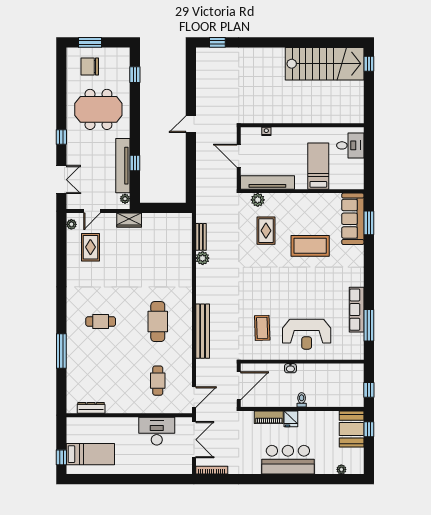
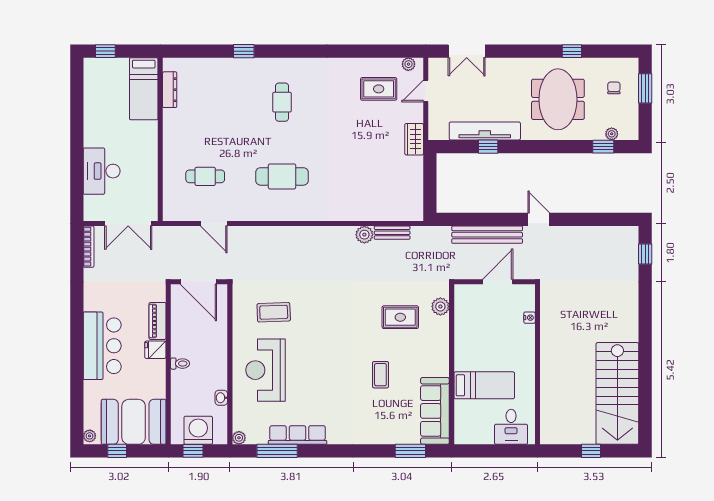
window: (369, 64) -> (591, 451), moved
chair: (90, 66) -> (614, 88), width x0.54, depth x0.54
window: (61, 137) -> (572, 51), moved
tv unit: (267, 182) -> (463, 319), removed
plant: (125, 199) -> (612, 134), moved
door: (92, 211) -> (426, 91), hinge flipped
sofa: (353, 219) -> (435, 411), moved, turned -90
coffee table: (310, 246) -> (380, 375), width x0.54, depth x0.58
bench: (203, 331) -> (487, 235), moved
window: (61, 351) -> (244, 51), width x0.46
plant: (359, 355) -> (239, 438), added
washbasin: (290, 368) -> (221, 398), moved
washing machine: (353, 386) -> (198, 430), added
door: (194, 397) -> (214, 223), moved
booth: (352, 429) -> (134, 422), width x1.36, depth x1.42
window: (369, 429) -> (117, 451), moved
desk: (157, 431) -> (102, 171), moved, turned 180
bed: (90, 454) -> (144, 89), moved
plant: (341, 469) -> (90, 436), moved

